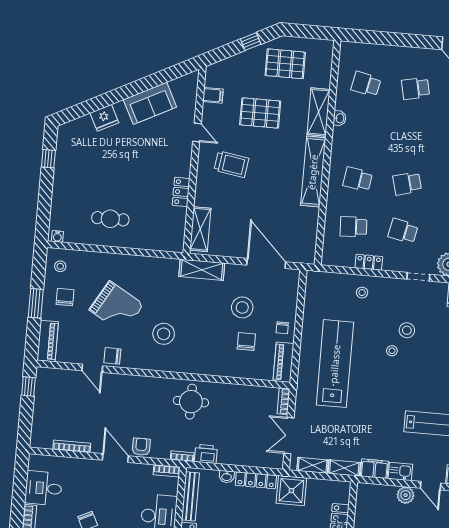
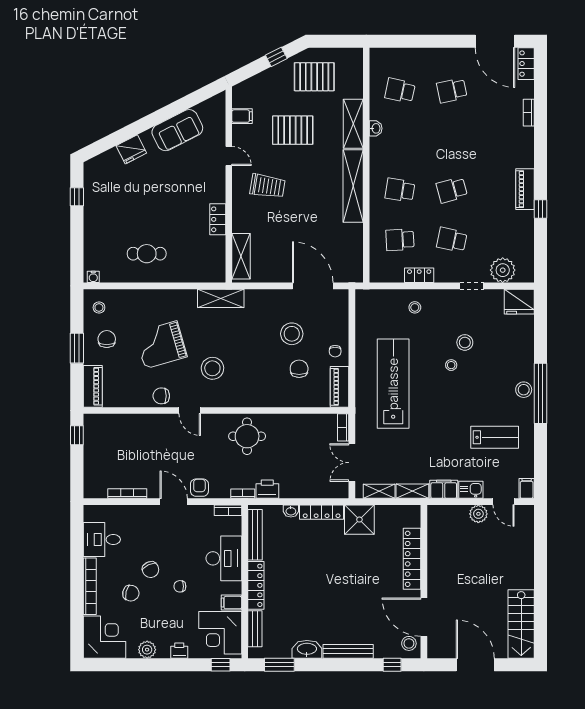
shelving: (202, 270) -> (221, 298), moved
grand piano: (116, 307) -> (161, 345), turned 134
door: (92, 368) -> (190, 411), moved

